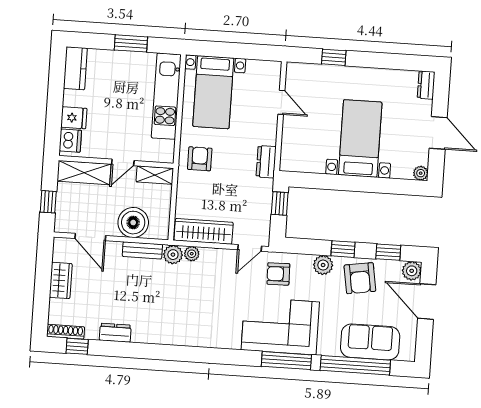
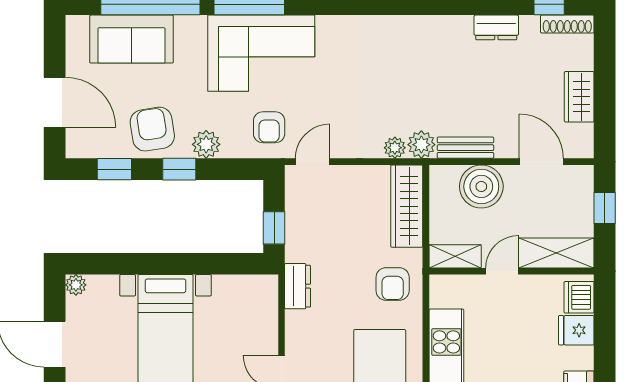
wardrobe: (204, 231) -> (407, 206), moved, turned 90
plant: (412, 271) -> (79, 145), removed
armchair: (278, 274) -> (269, 127), turned 91

